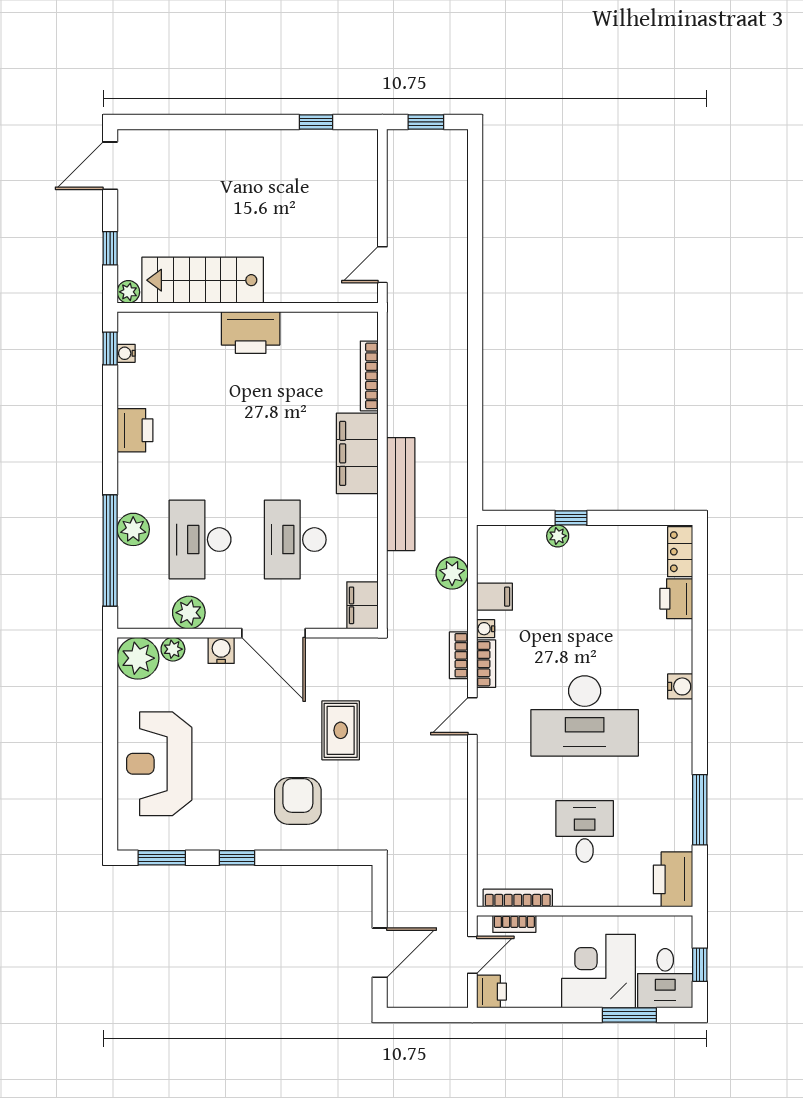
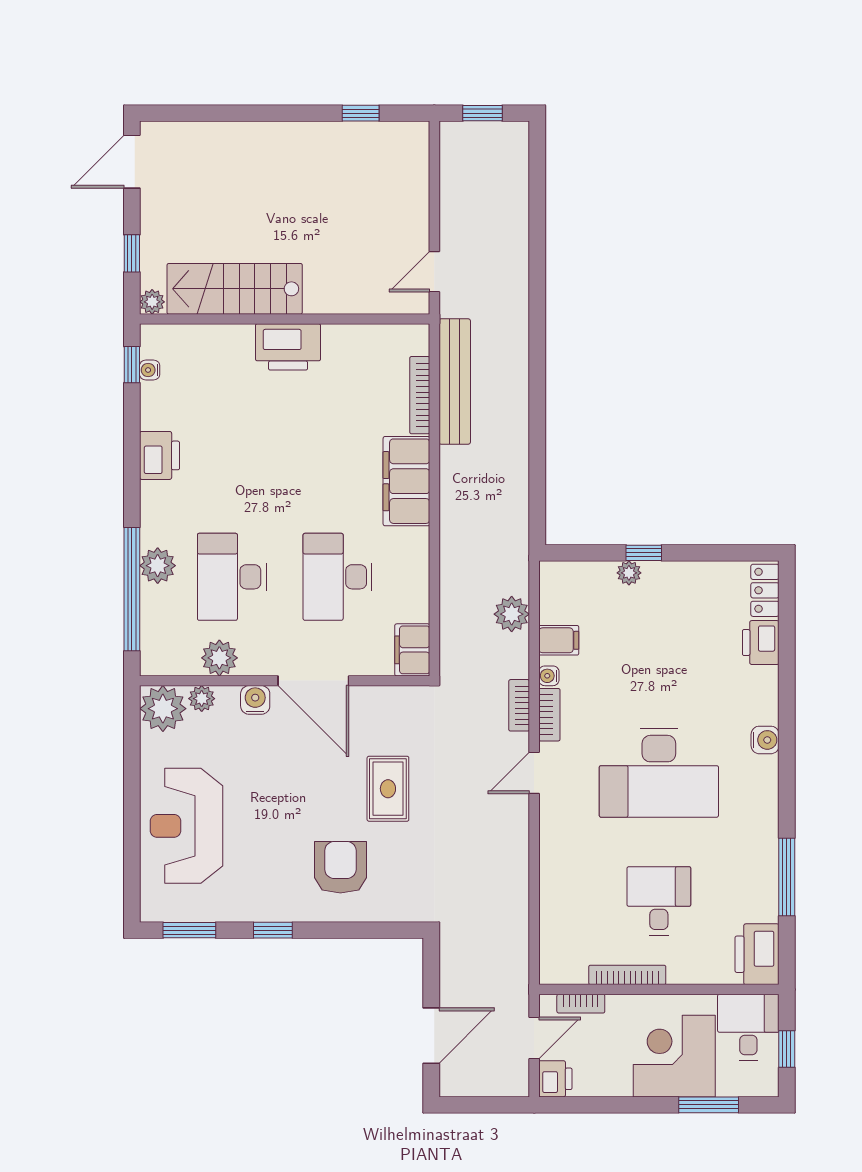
bench: (401, 494) -> (455, 382), moved
bookcase: (518, 898) -> (627, 975), moved
desk: (665, 978) -> (748, 1027), moved, turned 180

